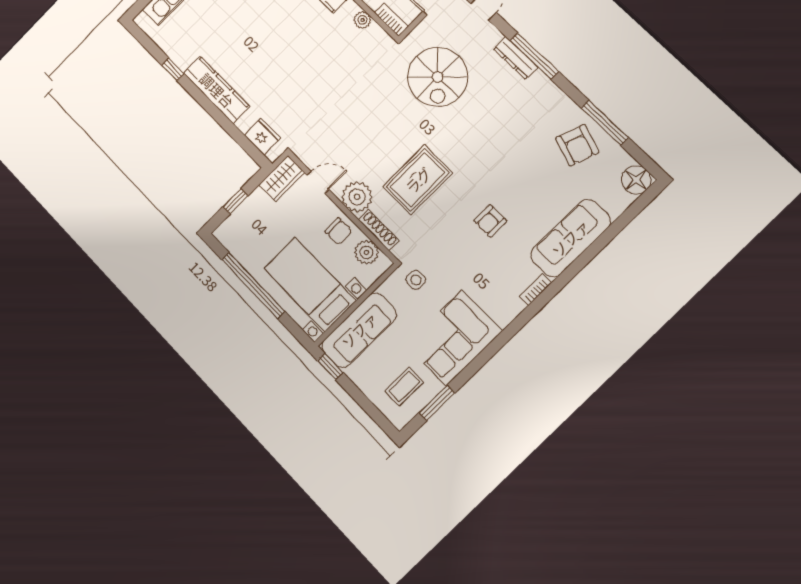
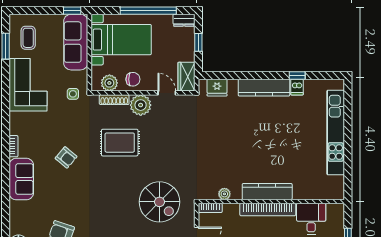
dishwasher: (184, 58) -> (297, 87), added
spiral stairs: (438, 77) -> (159, 202), turned 180
rug: (418, 180) -> (120, 143), turned 90
door: (318, 182) -> (167, 93), swing flipped
armchair: (490, 221) -> (66, 157), turned 130
chair: (338, 231) -> (133, 79), turned 180
dresser: (228, 238) -> (184, 20), added
sofa: (570, 238) -> (21, 179), width x0.73

